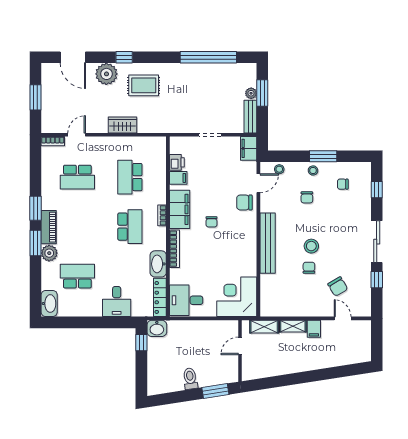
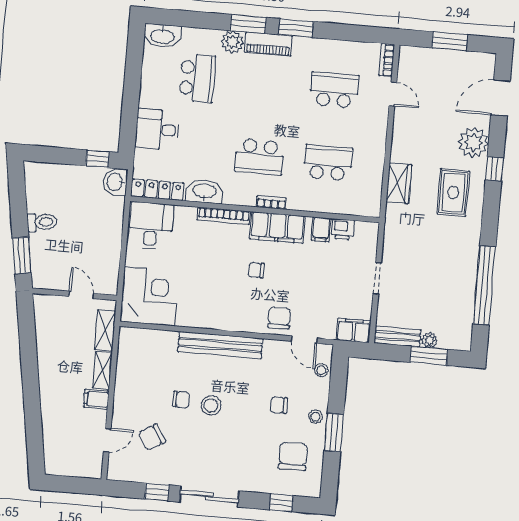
wardrobe: (122, 125) -> (399, 183), moved
school desk: (77, 177) -> (334, 90), turned 90
chair: (343, 184) -> (293, 456), width x1.87, depth x1.87

